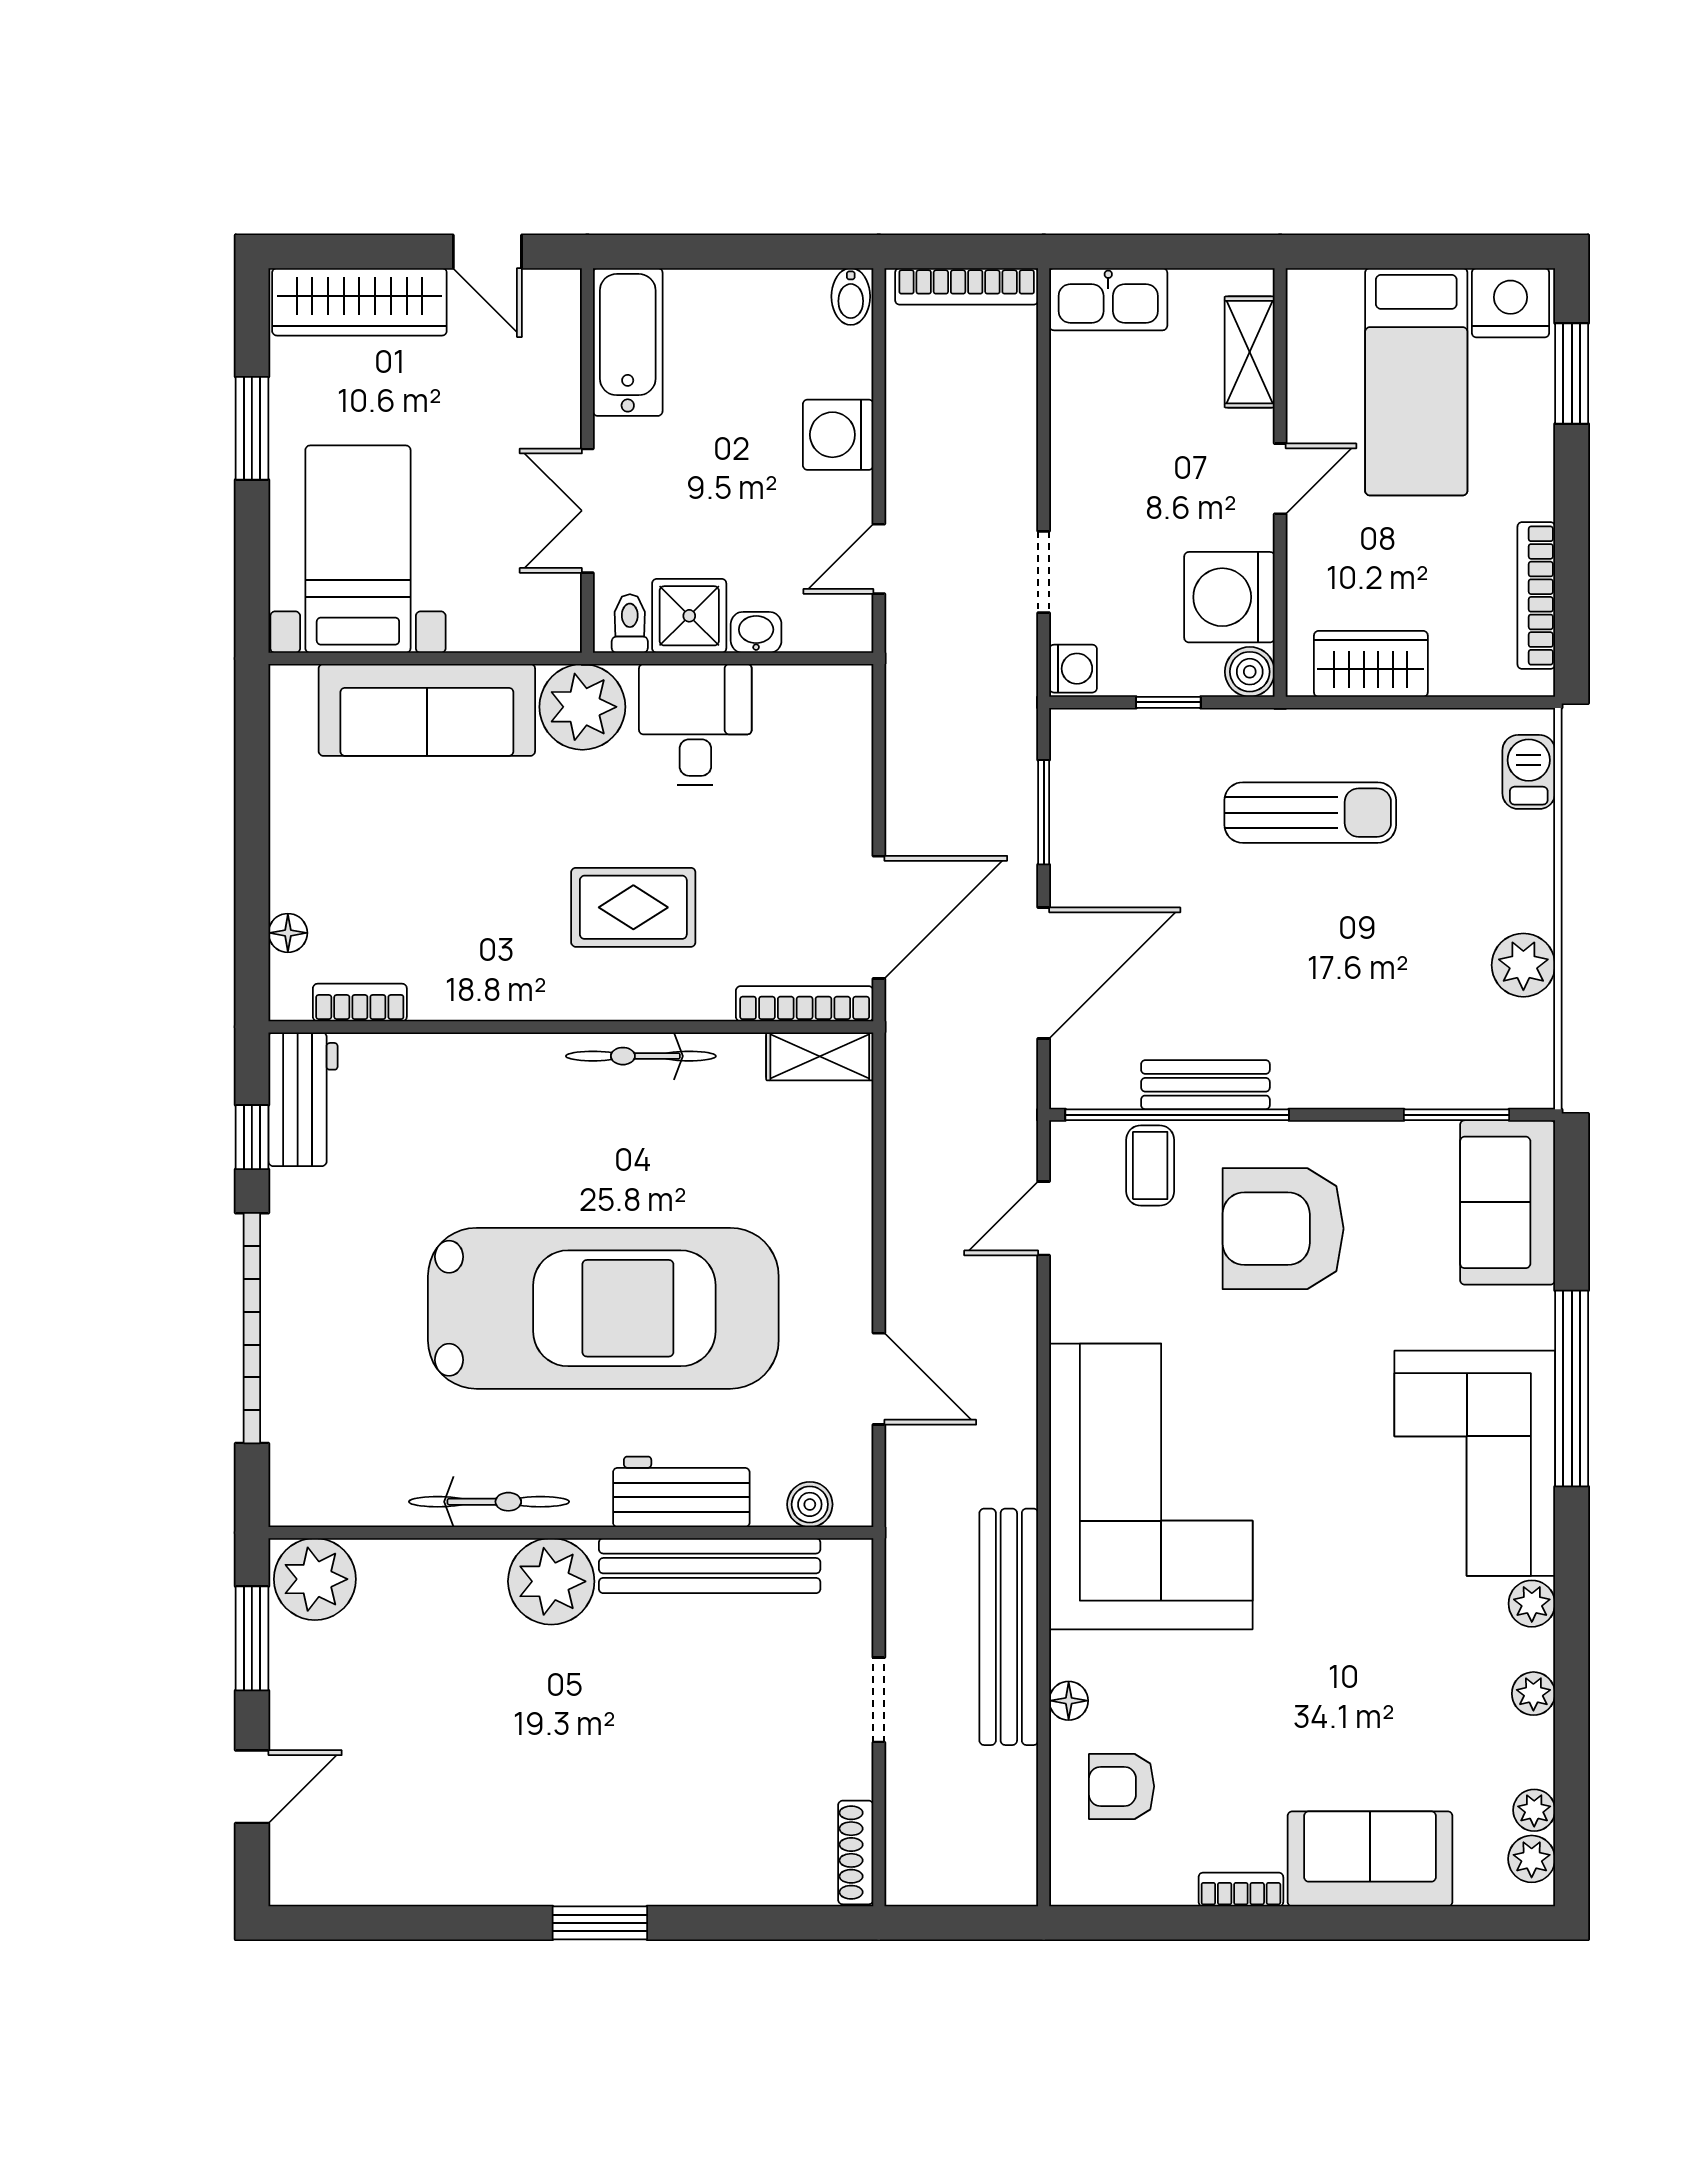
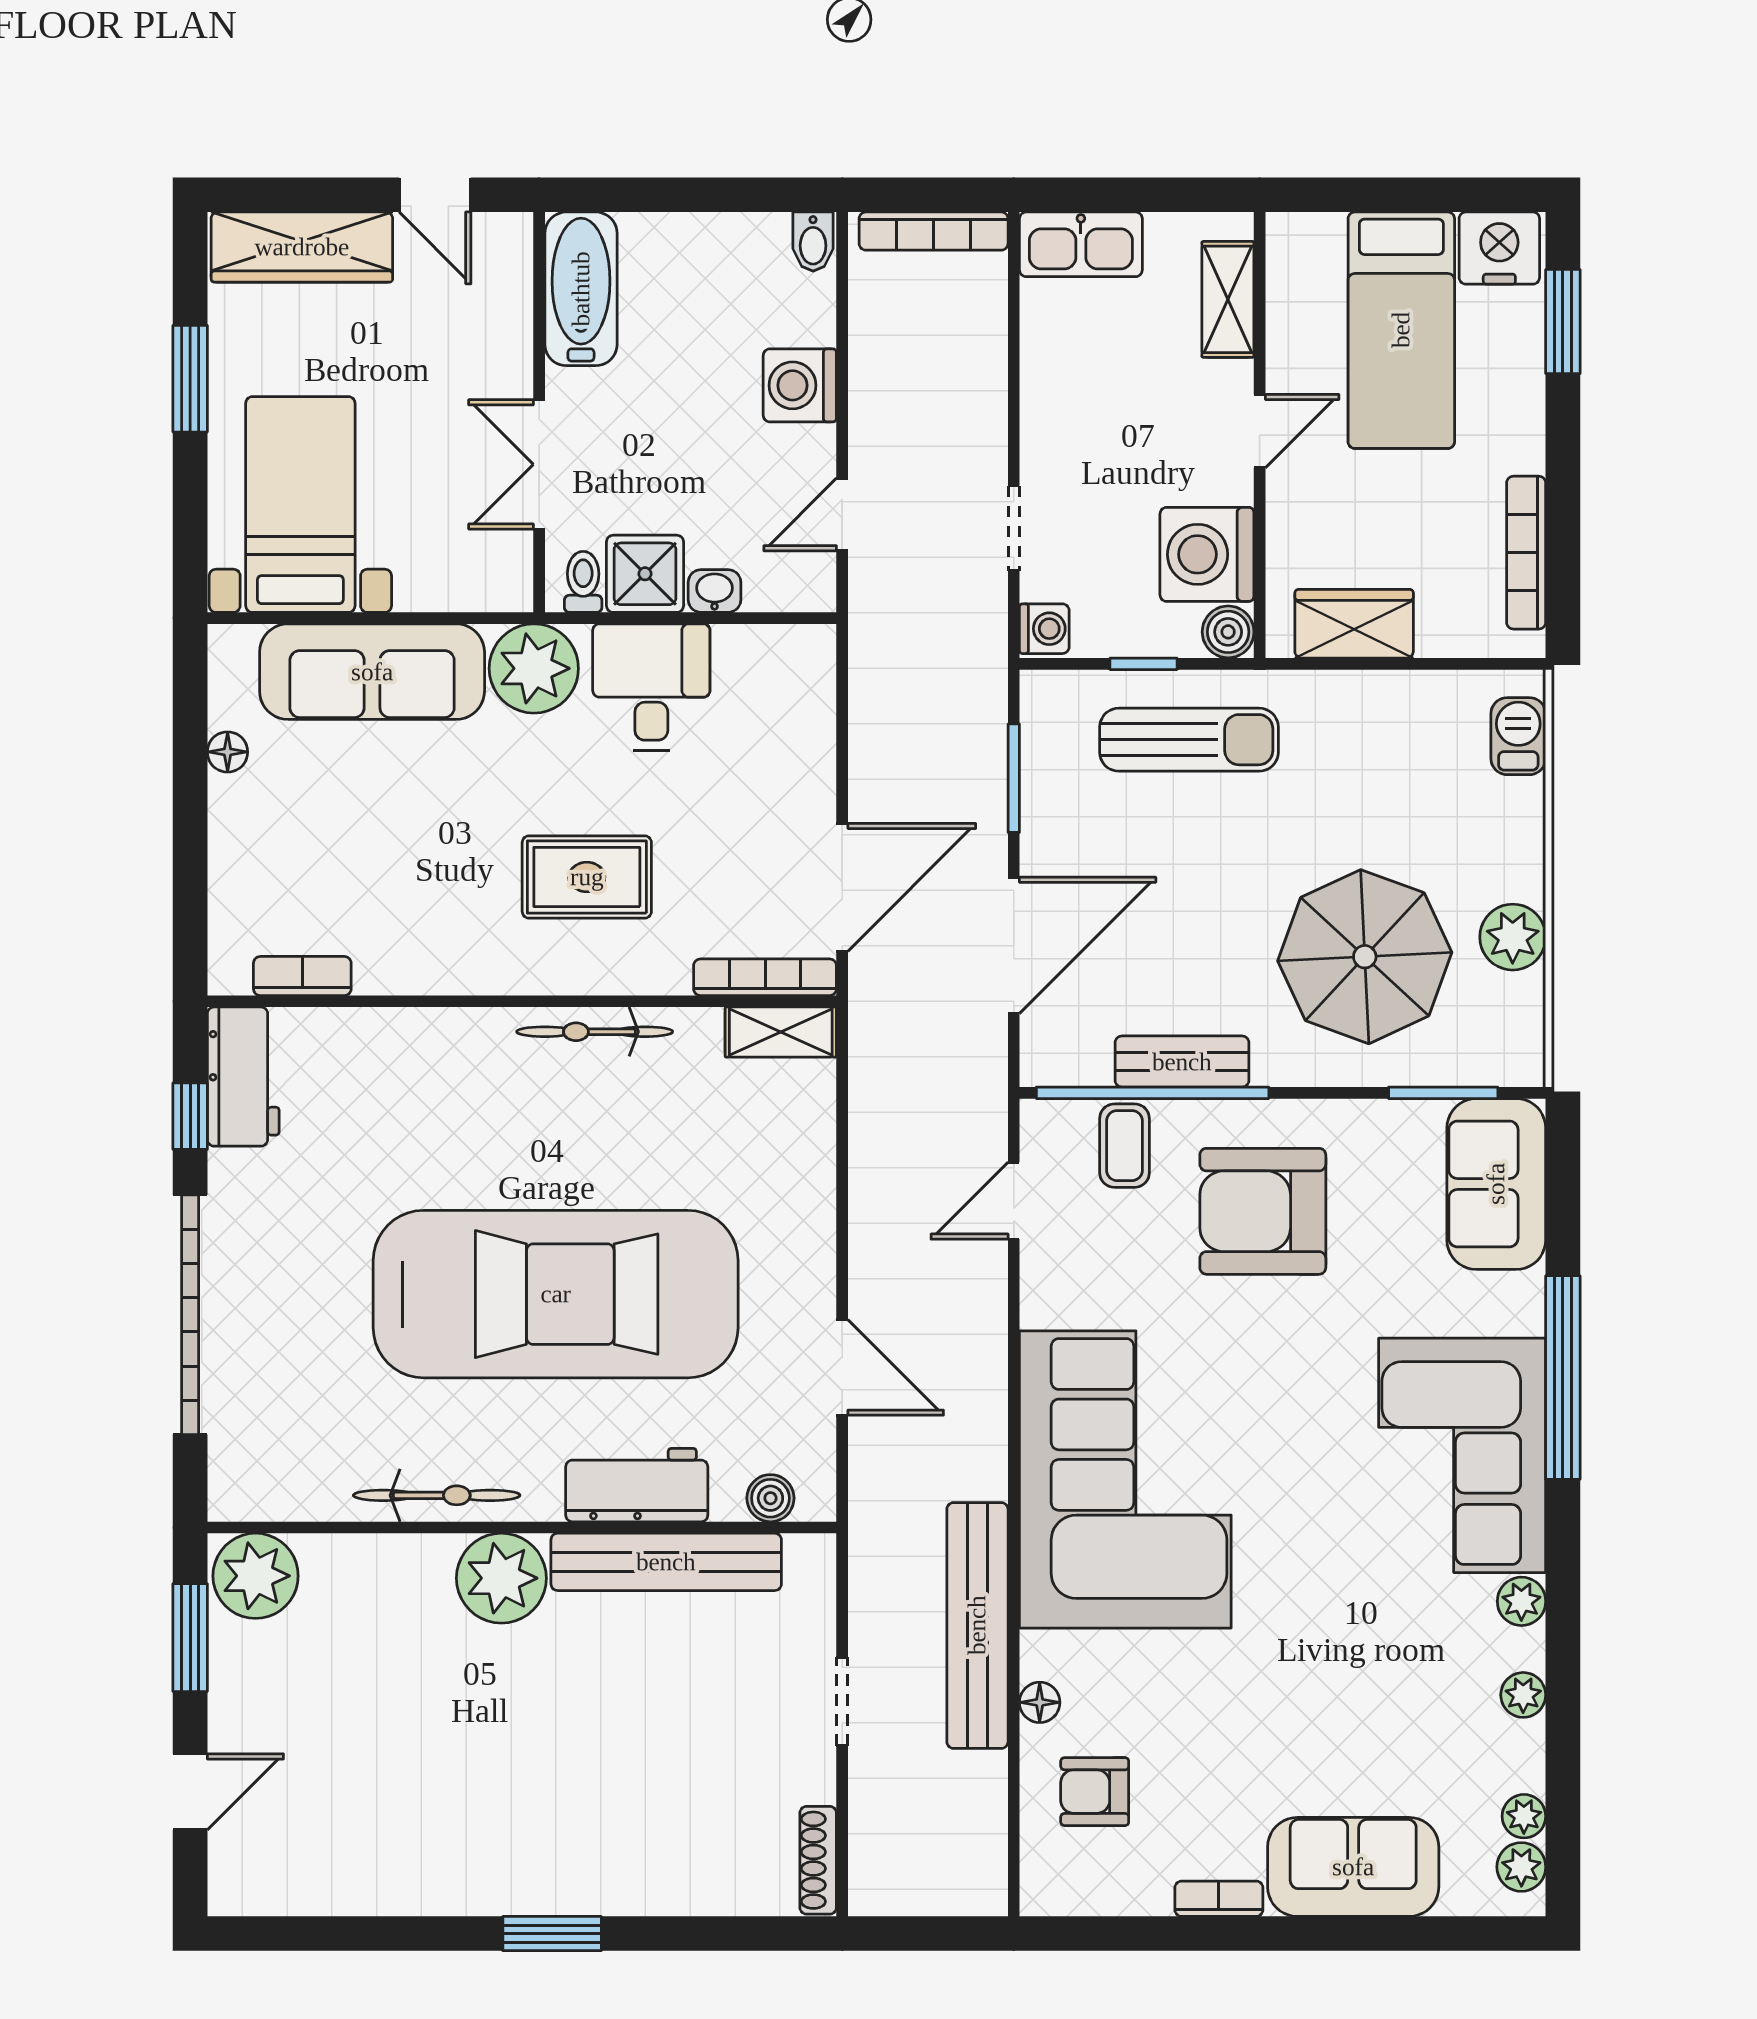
sun lounger: (1310, 813) -> (1189, 740), moved
floor lamp: (288, 933) -> (228, 752), moved
parasol: (1381, 984) -> (1365, 957), added

